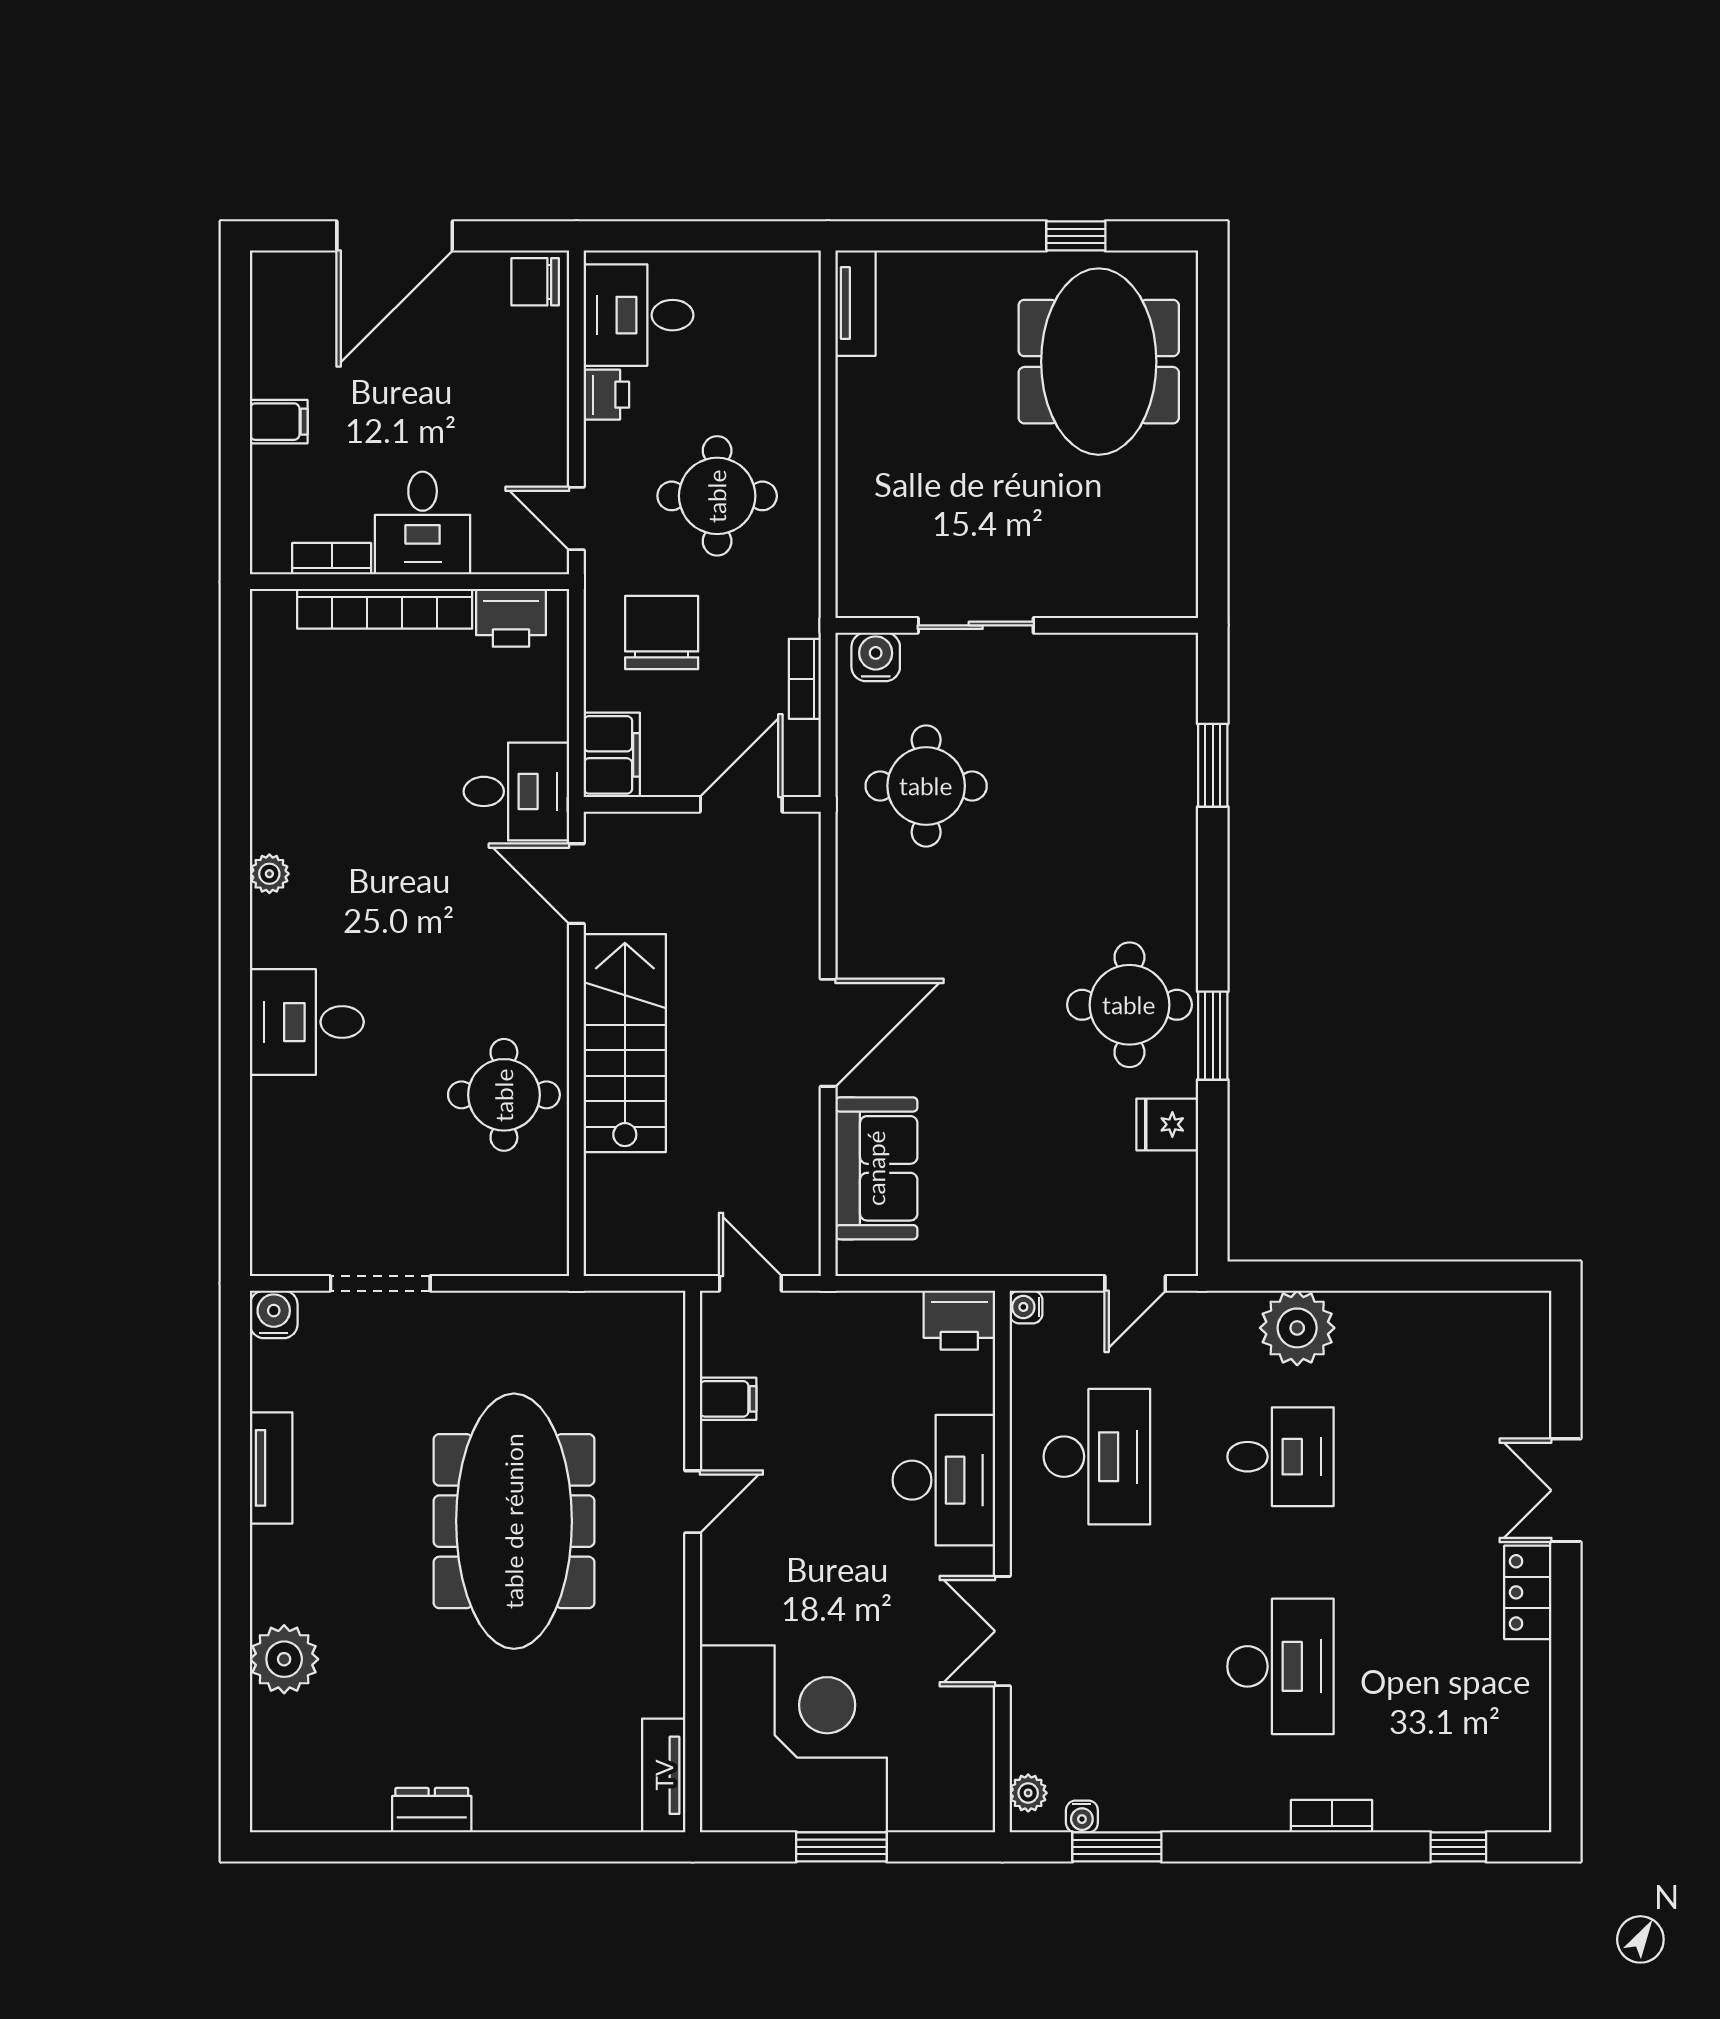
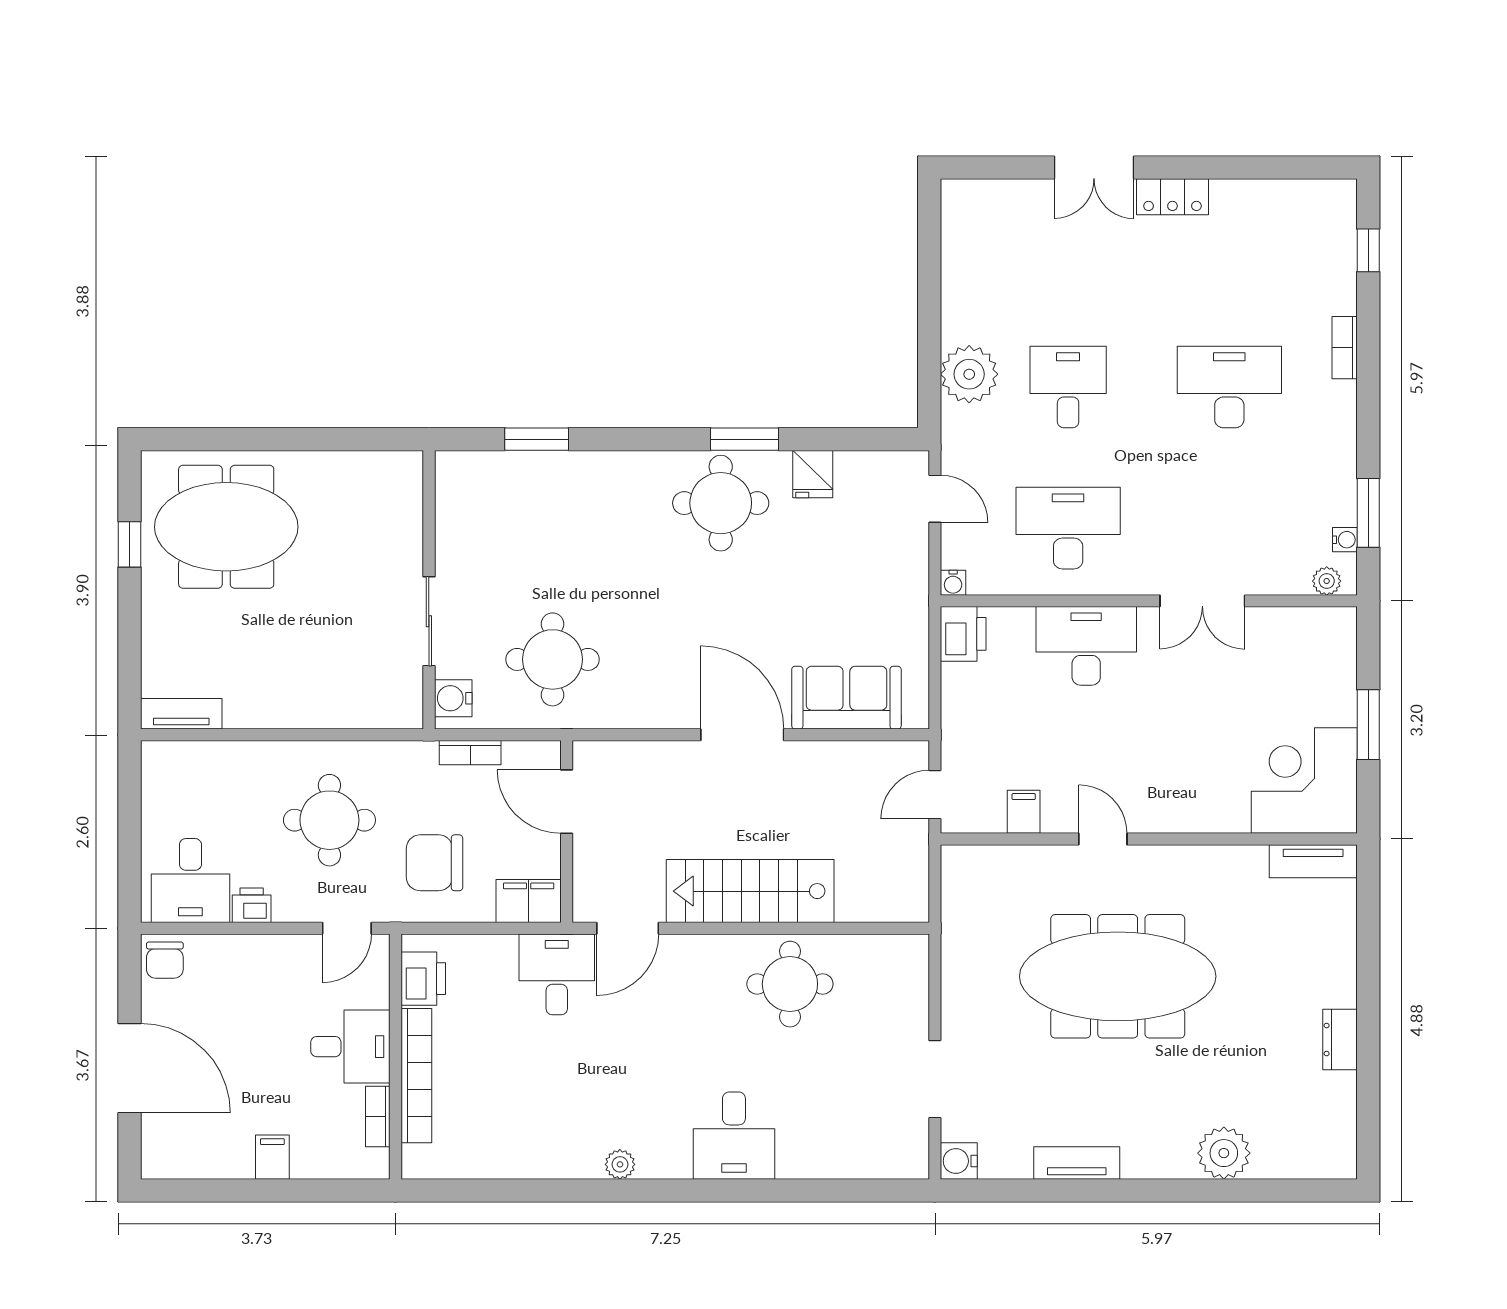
corner desk: (793, 1739) -> (1304, 781), width x0.74, depth x0.74

